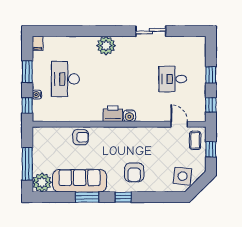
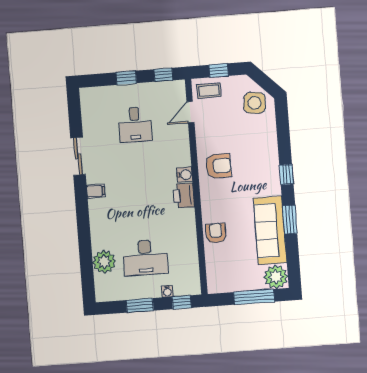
filing cabinet: (38, 43) -> (96, 191), moved
plant: (106, 46) -> (104, 262), moved
armchair: (134, 172) -> (219, 166), moved

